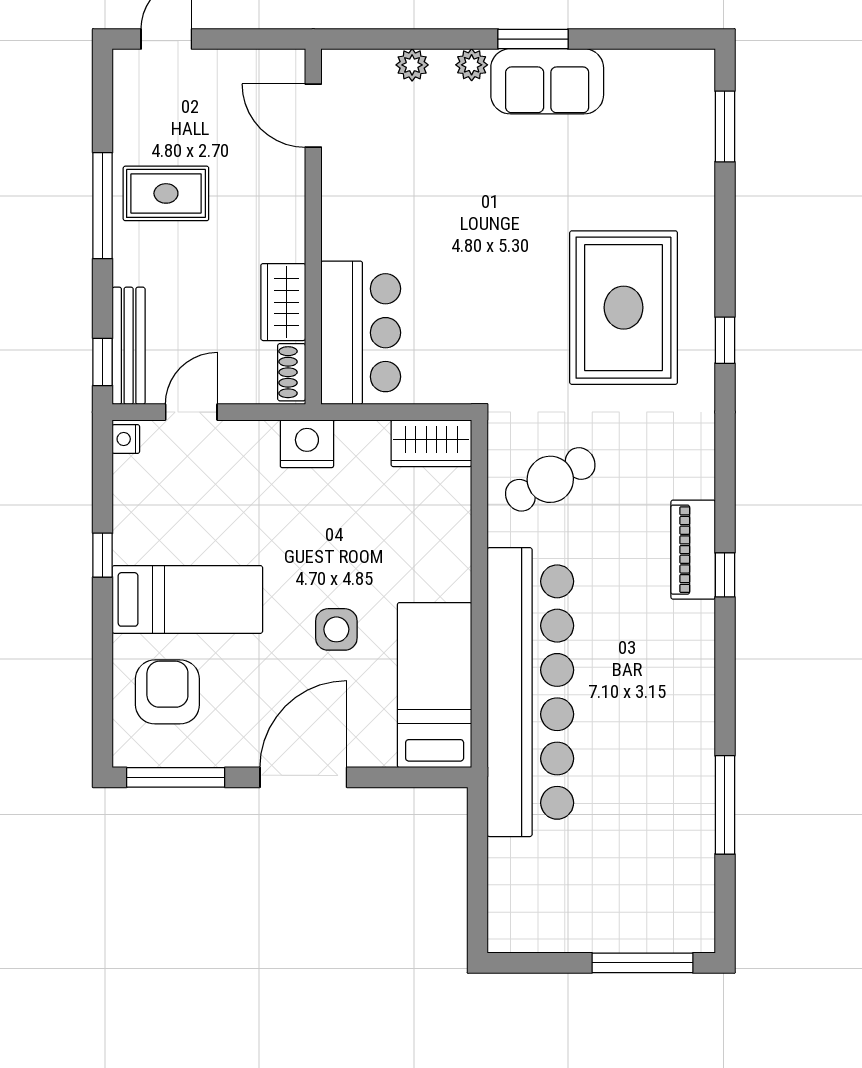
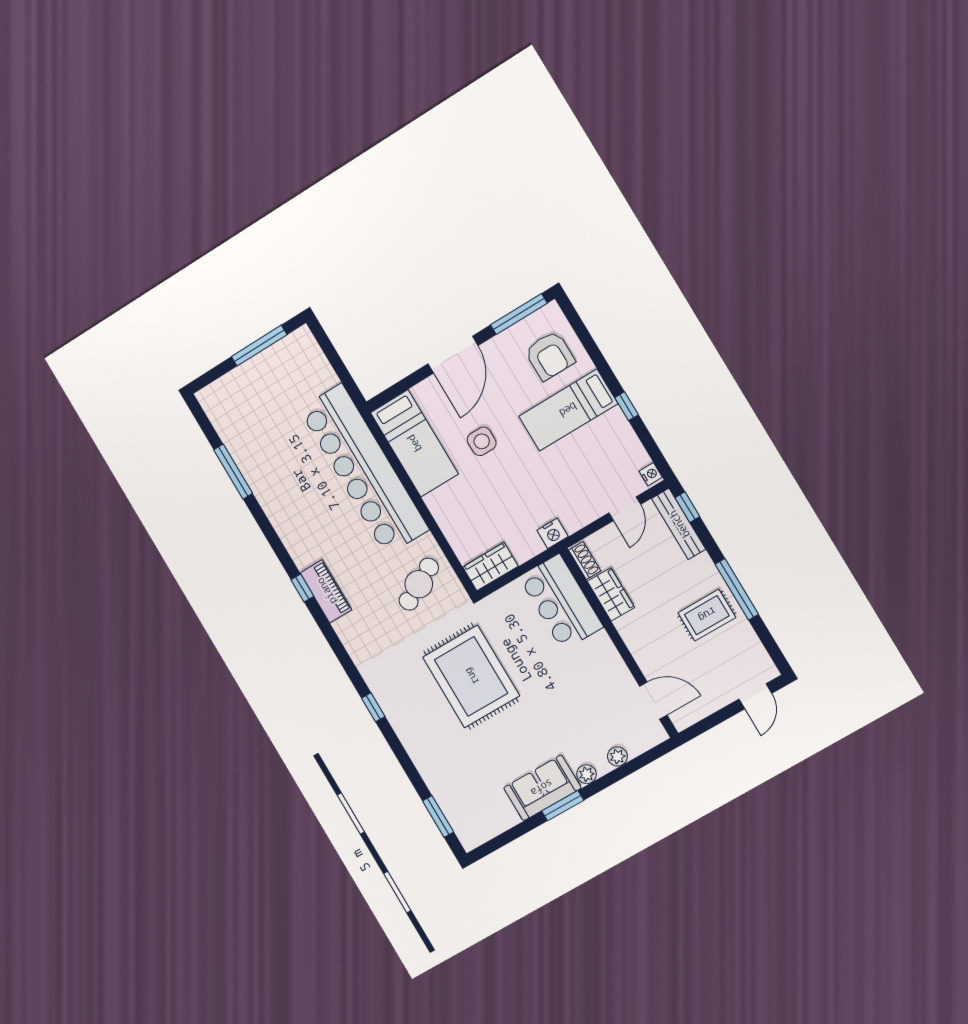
rug: (624, 308) -> (471, 676), moved
nightstand: (307, 444) -> (553, 533), width x0.74, depth x0.75
window: (642, 963) -> (259, 346), moved

